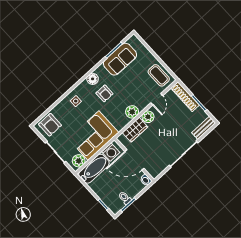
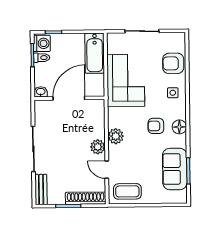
armchair: (50, 125) -> (173, 63), moved
wardrobe: (135, 130) -> (97, 124), removed
washing machine: (111, 152) -> (42, 43), moved, turned 180
plant: (79, 161) -> (115, 46), removed

